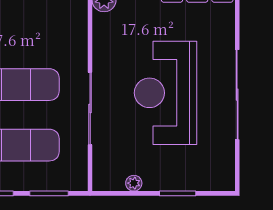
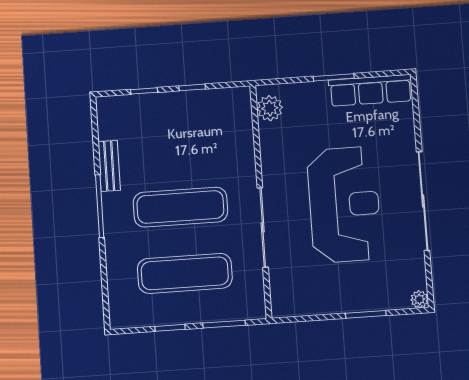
reception desk: (166, 93) -> (344, 205), turned 180
plant: (134, 183) -> (419, 299), moved

